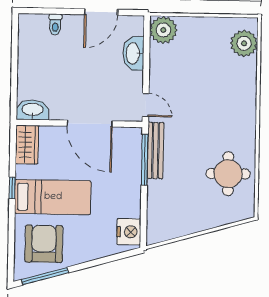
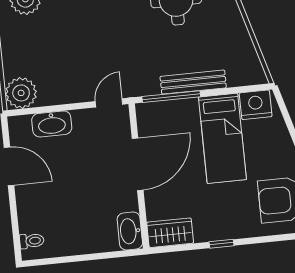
toilet: (55, 24) -> (32, 241), moved
bench: (155, 151) -> (193, 82), moved
bed: (53, 197) -> (222, 138), moved, turned 180

